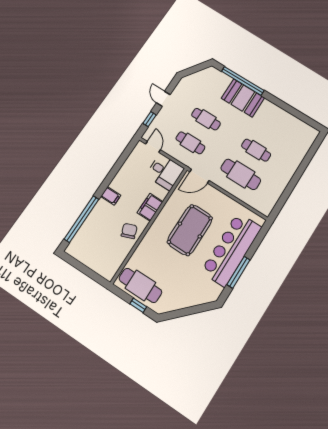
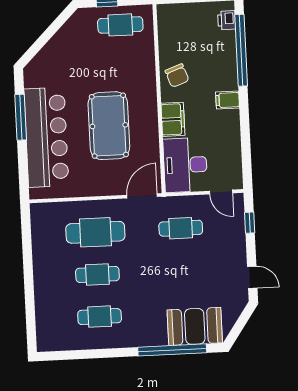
booth: (243, 98) -> (195, 326), moved
door: (163, 99) -> (252, 277), moved
cafe table: (206, 119) -> (100, 317), moved
desk: (165, 172) -> (185, 165), width x1.37
printer: (77, 243) -> (227, 20), added
cafe table: (140, 285) -> (120, 25), width x0.73, depth x0.74

